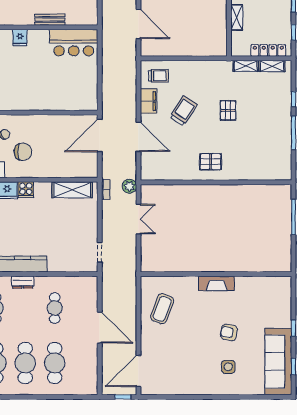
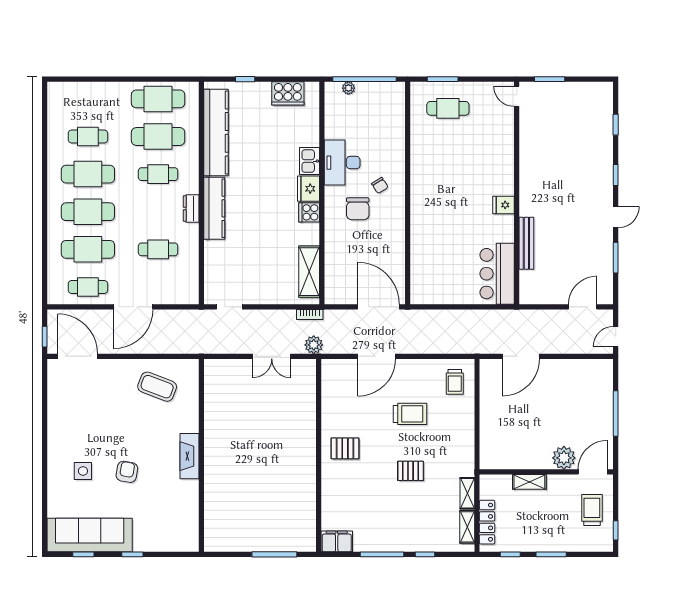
bench: (50, 20) -> (526, 243), width x1.36
filing cabinet: (149, 101) -> (337, 541), moved, turned 180
trolley: (184, 111) -> (410, 414), turned -33
pallet: (211, 162) -> (345, 448), turned 90
cafe table: (84, 363) -> (88, 287), added

